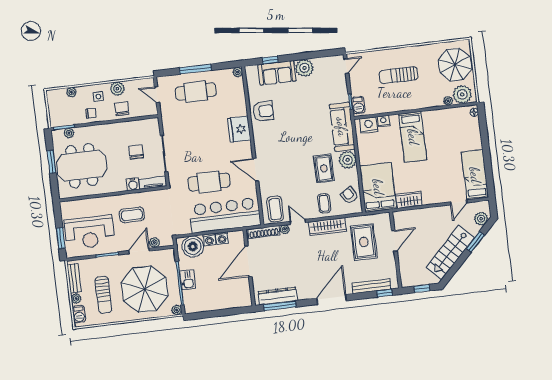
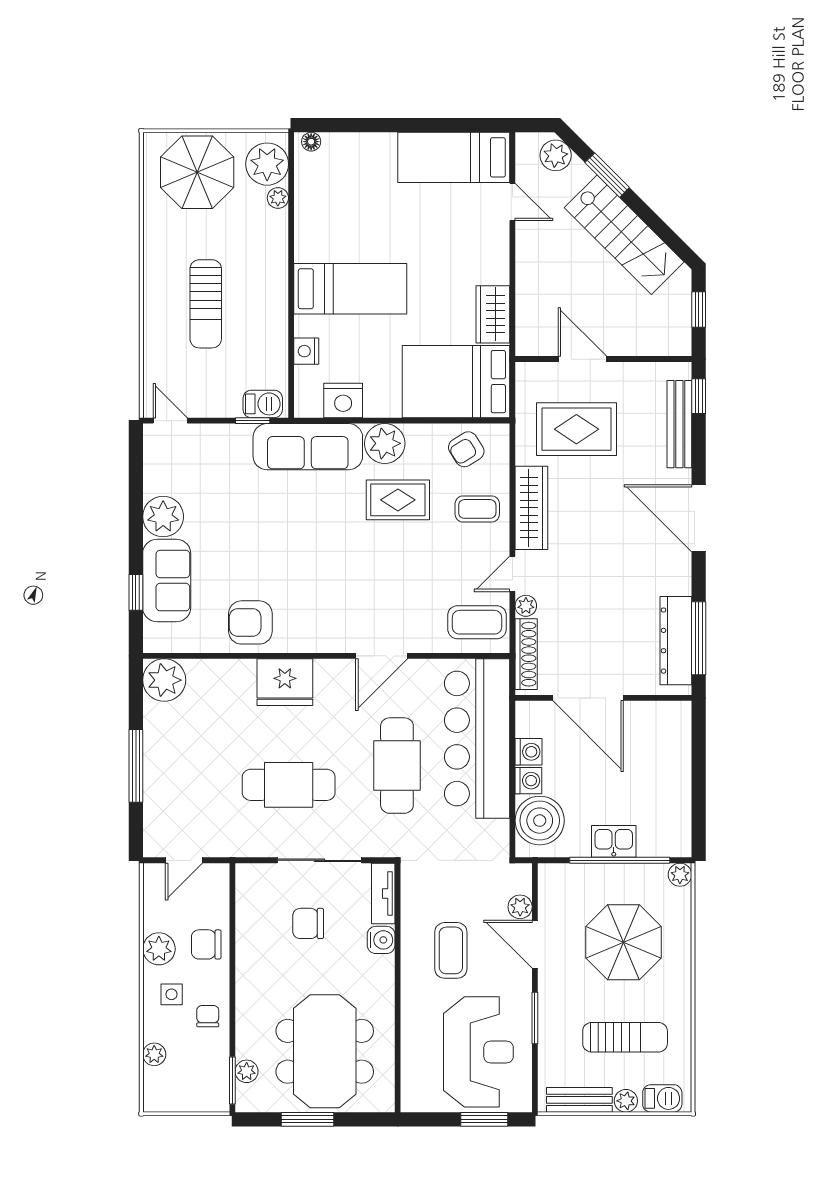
plant: (238, 72) -> (164, 680), width x1.87, depth x1.87
cafe table: (196, 92) -> (289, 785), moved, turned 90
armchair: (263, 111) -> (250, 622), turned -90
nightstand: (369, 125) -> (343, 400), moved, turned -90
parasol: (144, 289) -> (624, 942), width x0.73, depth x0.73

